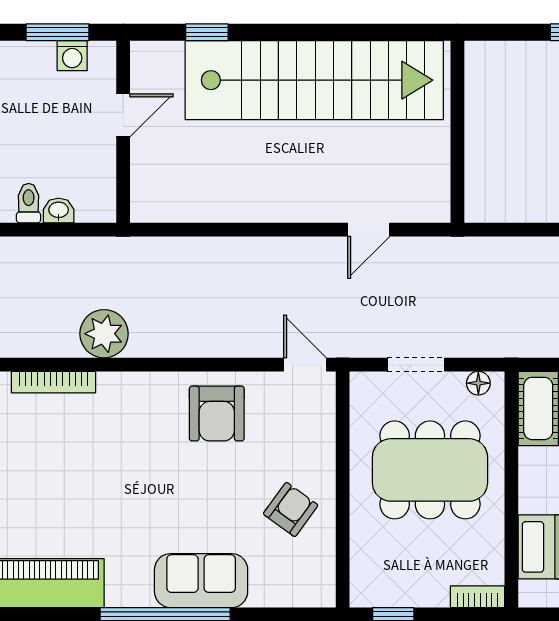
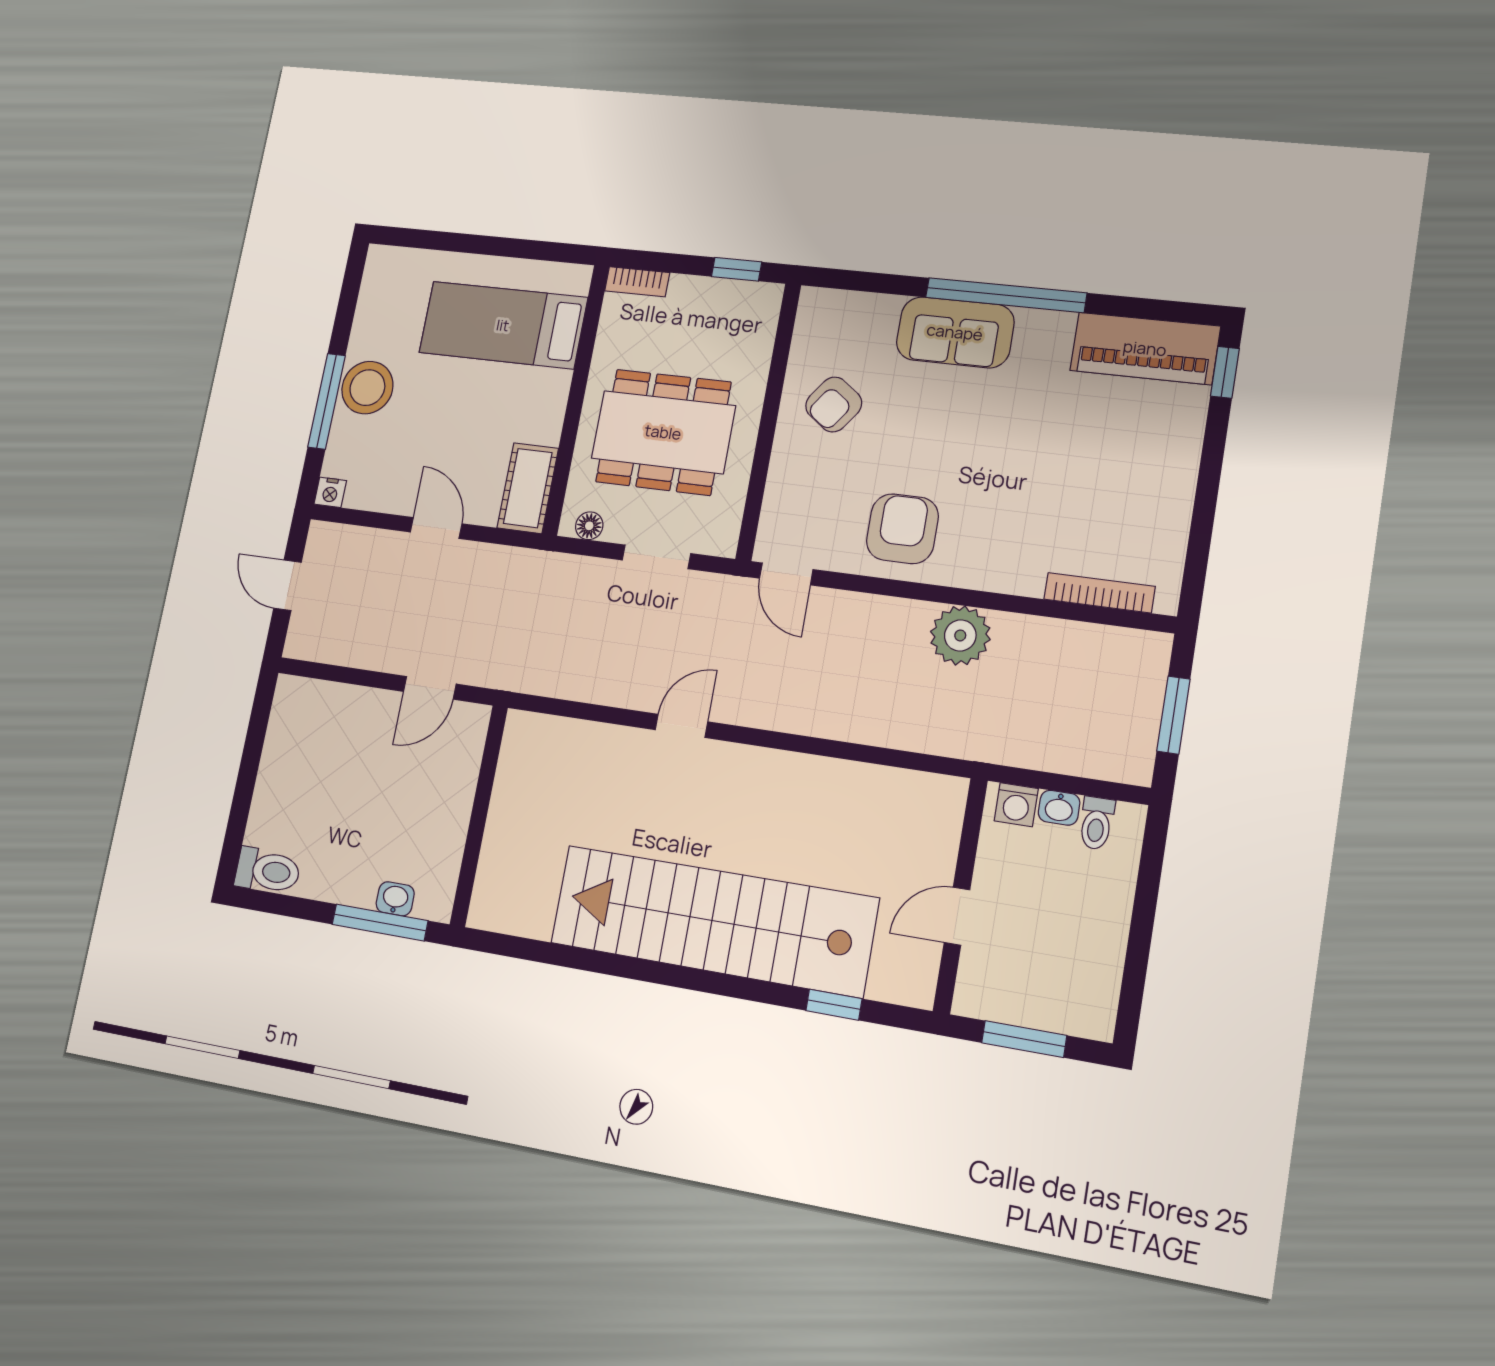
washing machine: (72, 56) -> (1016, 805), moved, turned 180
wall: (457, 132) -> (479, 815), moved
plant: (104, 334) -> (960, 635), moved

